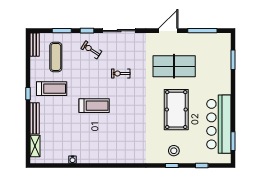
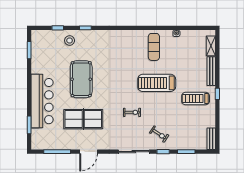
exercise mat: (56, 57) -> (154, 47), moved
treadmill: (94, 106) -> (157, 83), width x1.37, depth x1.38
bar counter: (219, 124) -> (42, 101), moved
stool: (174, 151) -> (70, 41), moved

